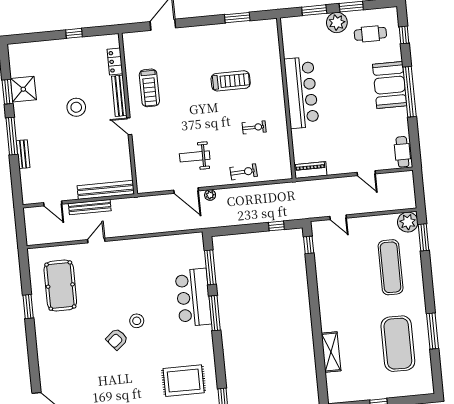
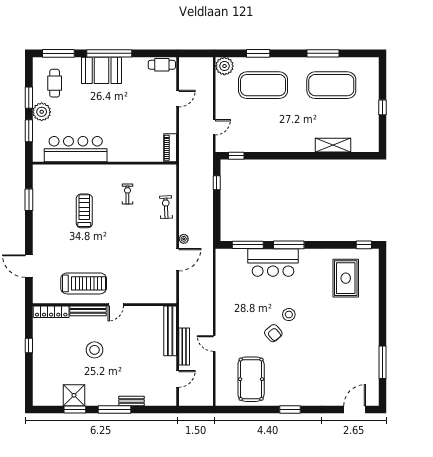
window: (404, 35) -> (58, 53), width x2.17
locker: (115, 62) -> (51, 312), width x1.53
treadmill: (149, 88) -> (84, 283), width x1.37, depth x1.38
bar counter: (301, 93) -> (76, 149), moved
weight bench: (195, 156) -> (148, 249), removed
window: (424, 237) -> (258, 53), moved
exercise mat: (391, 267) -> (263, 85), width x1.47
pool table: (60, 286) -> (251, 379), turned 90
window: (28, 307) -> (290, 409), moved
armchair: (117, 339) -> (273, 333), moved

